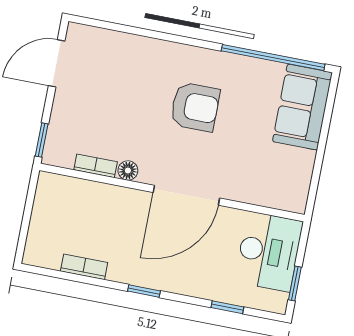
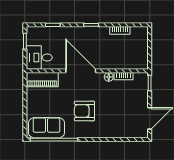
sofa: (302, 107) -> (47, 128), moved, turned -90
piano: (273, 193) -> (42, 80), added
door: (186, 195) -> (81, 71), hinge flipped
desk: (269, 252) -> (39, 58), width x0.73

